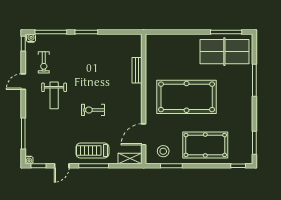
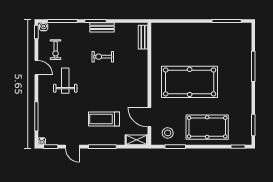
bench: (93, 39) -> (102, 27), added
table tennis table: (224, 52) -> (225, 39), removed
bench: (137, 70) -> (143, 37), moved
door: (23, 82) -> (36, 68), swing flipped
weight bench: (54, 95) -> (65, 81), turned 180
exercise bike: (93, 110) -> (103, 57), moved
door: (144, 134) -> (149, 117), hinge flipped
treadmill: (92, 151) -> (104, 119), moved
door: (62, 166) -> (72, 147), hinge flipped

